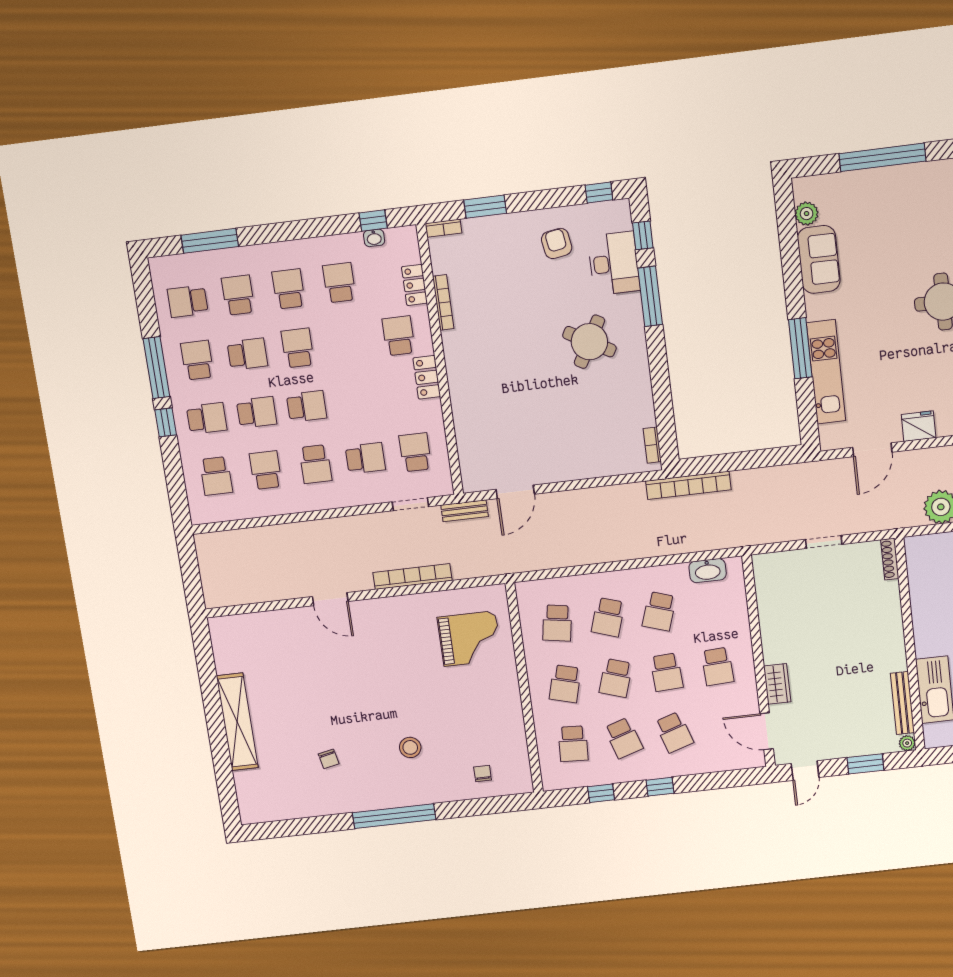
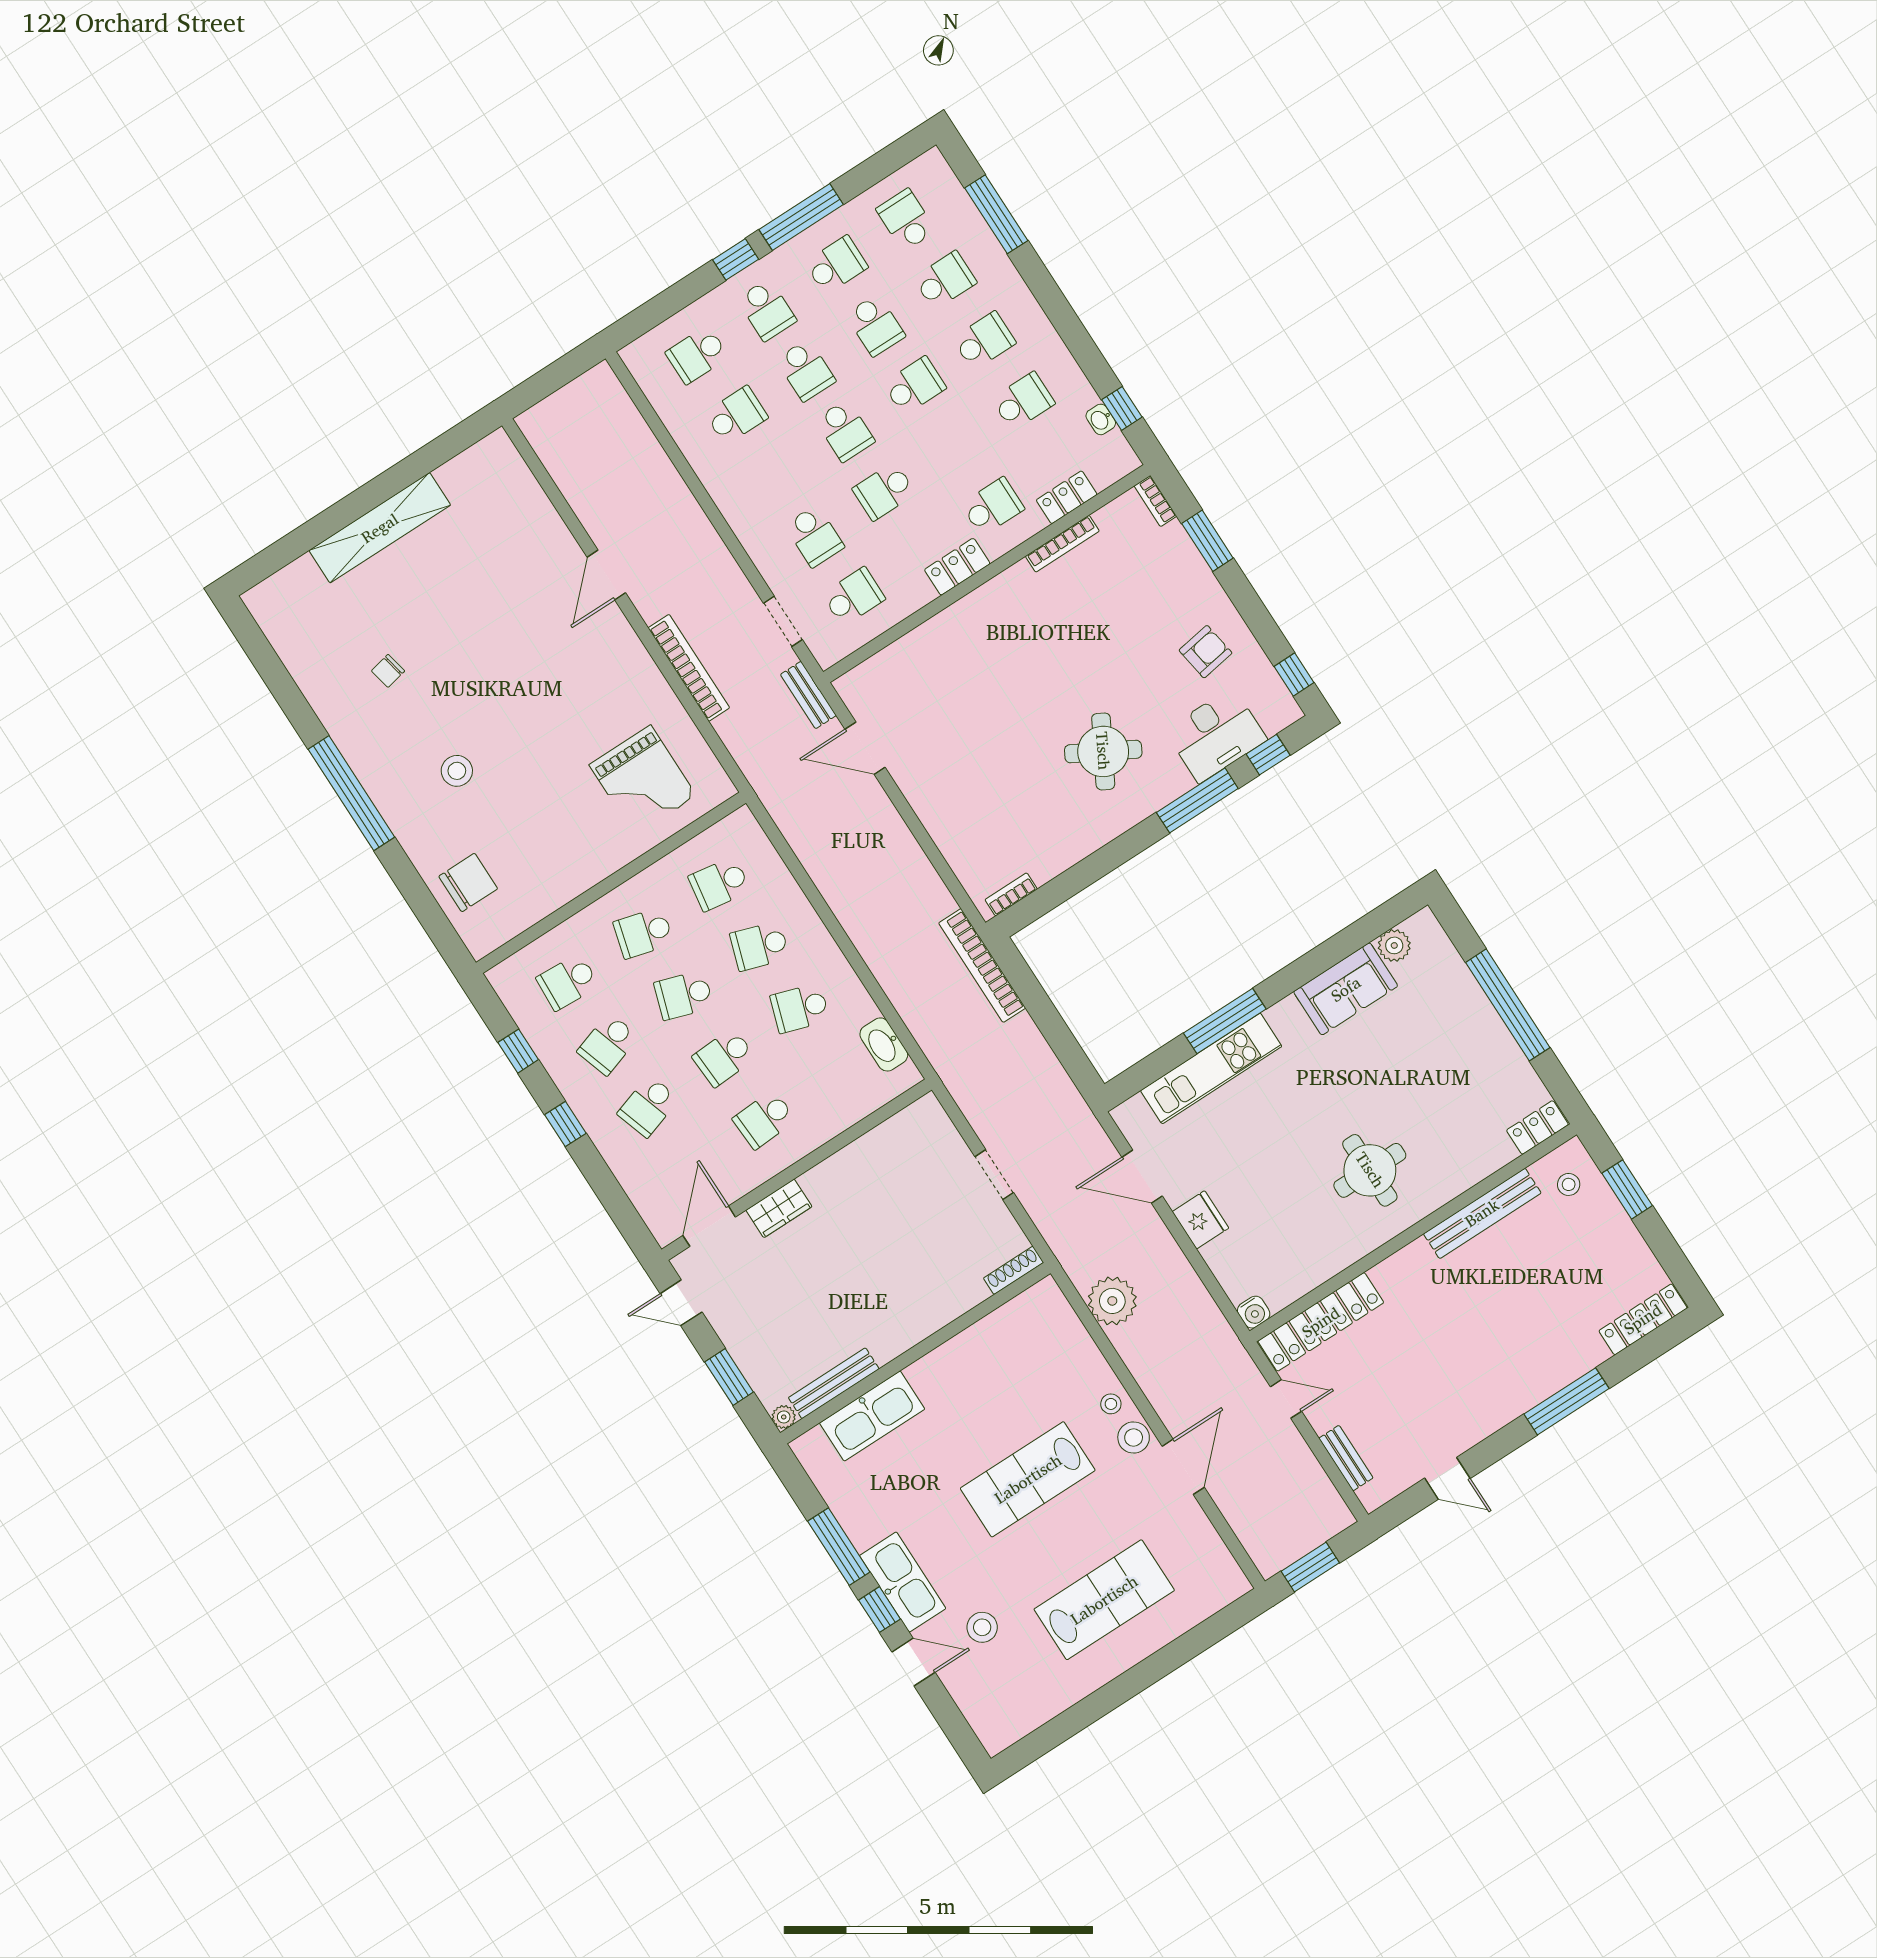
school desk: (315, 464) -> (884, 491), moved
chair: (483, 773) -> (468, 883), width x1.87, depth x1.87

